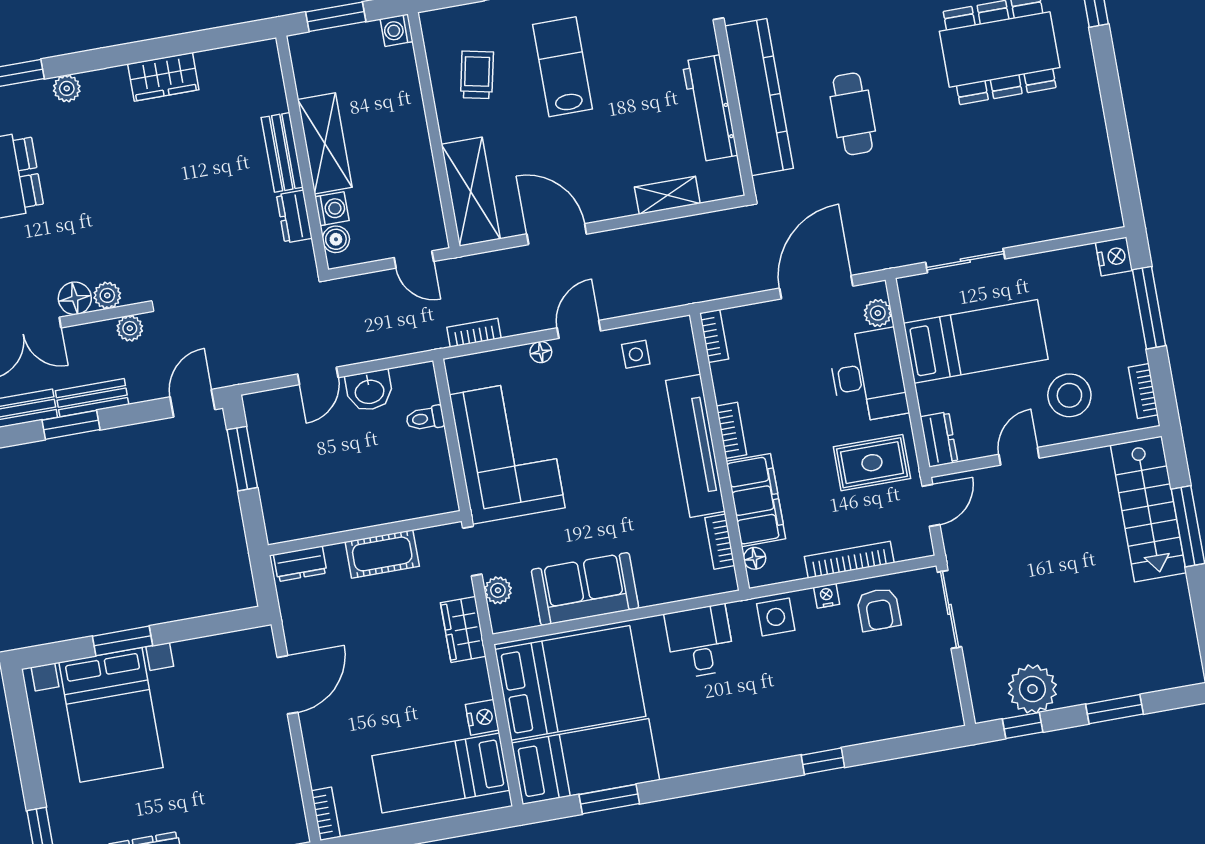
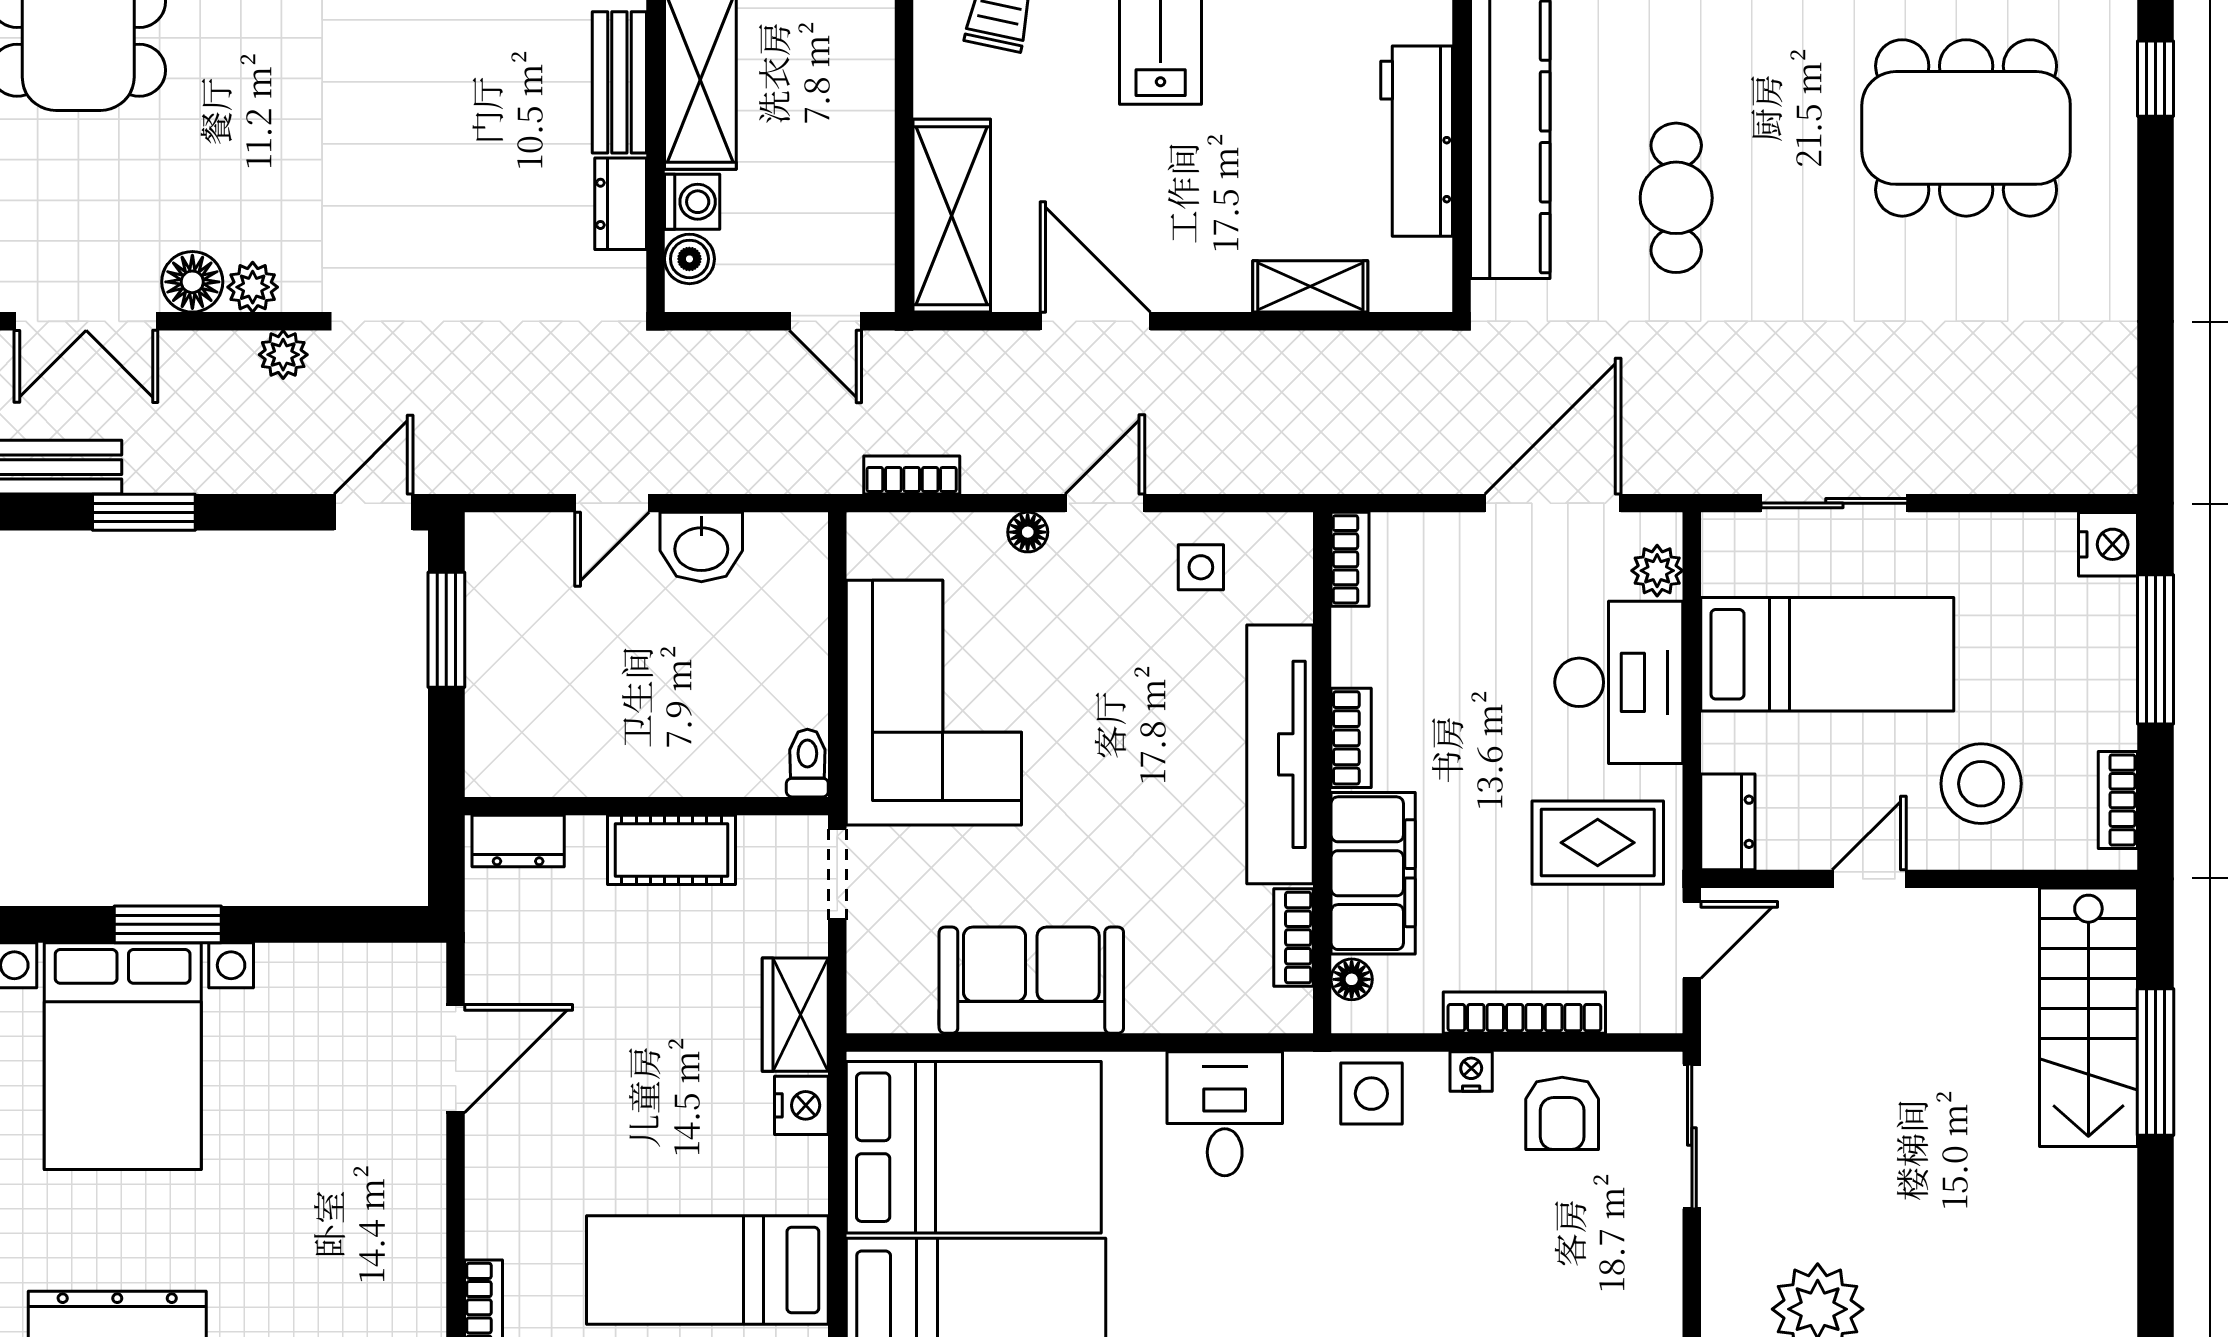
bench: (92, 398) -> (191, 469), removed
toilet: (425, 418) -> (807, 763), moved, turned 90
plant: (498, 590) -> (872, 954), removed
nightstand: (482, 717) -> (801, 1105), moved

